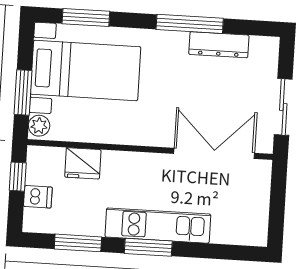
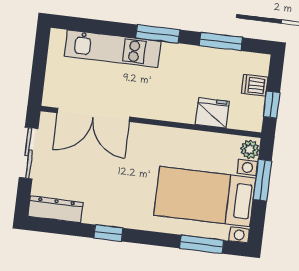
window: (190, 24) -> (108, 233), width x0.46
dresser: (219, 45) -> (55, 209), moved
kitchen unit: (158, 226) -> (113, 49), moved

